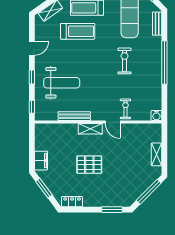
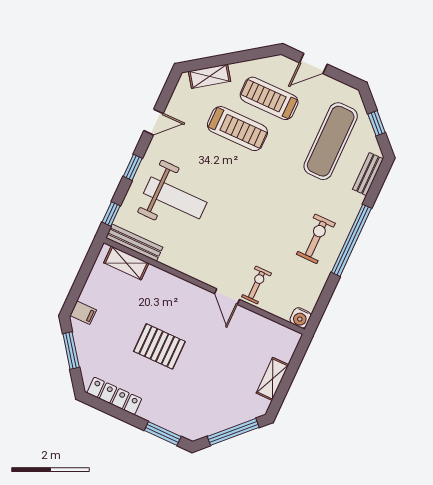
exercise bike: (125, 61) -> (316, 239), moved
bench: (74, 116) -> (134, 243), moved
shelving: (90, 129) -> (126, 263), moved
filing cabinet: (41, 161) -> (83, 313), width x0.50
locker: (72, 202) -> (114, 396), width x1.53

